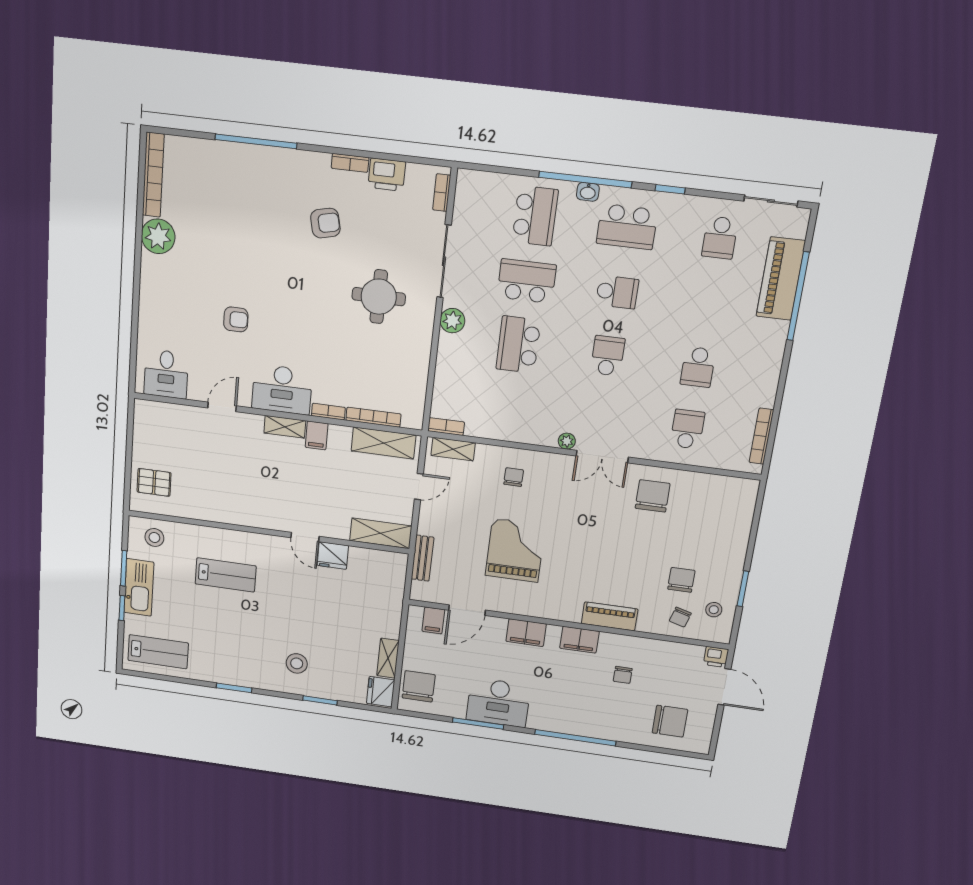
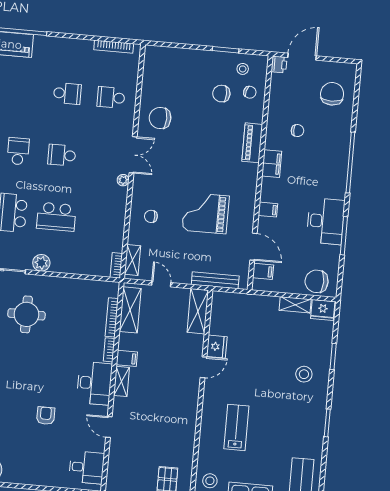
bench: (423, 558) -> (215, 280), width x1.36
filing cabinet: (526, 633) -> (268, 210), width x0.50

